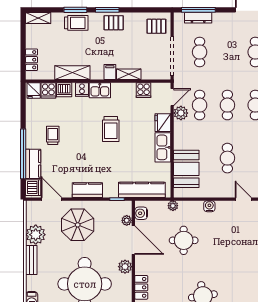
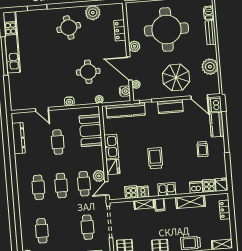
cooker: (82, 90) -> (143, 192), moved
bench: (31, 260) -> (211, 33), moved

